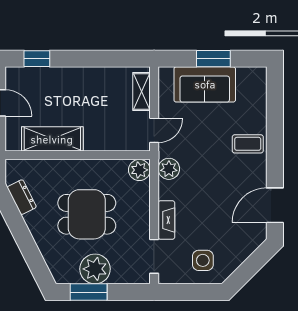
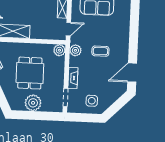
coffee table: (248, 144) -> (100, 51), moved
dining table: (87, 214) -> (30, 73), turned 90
window: (89, 292) -> (29, 115), removed

